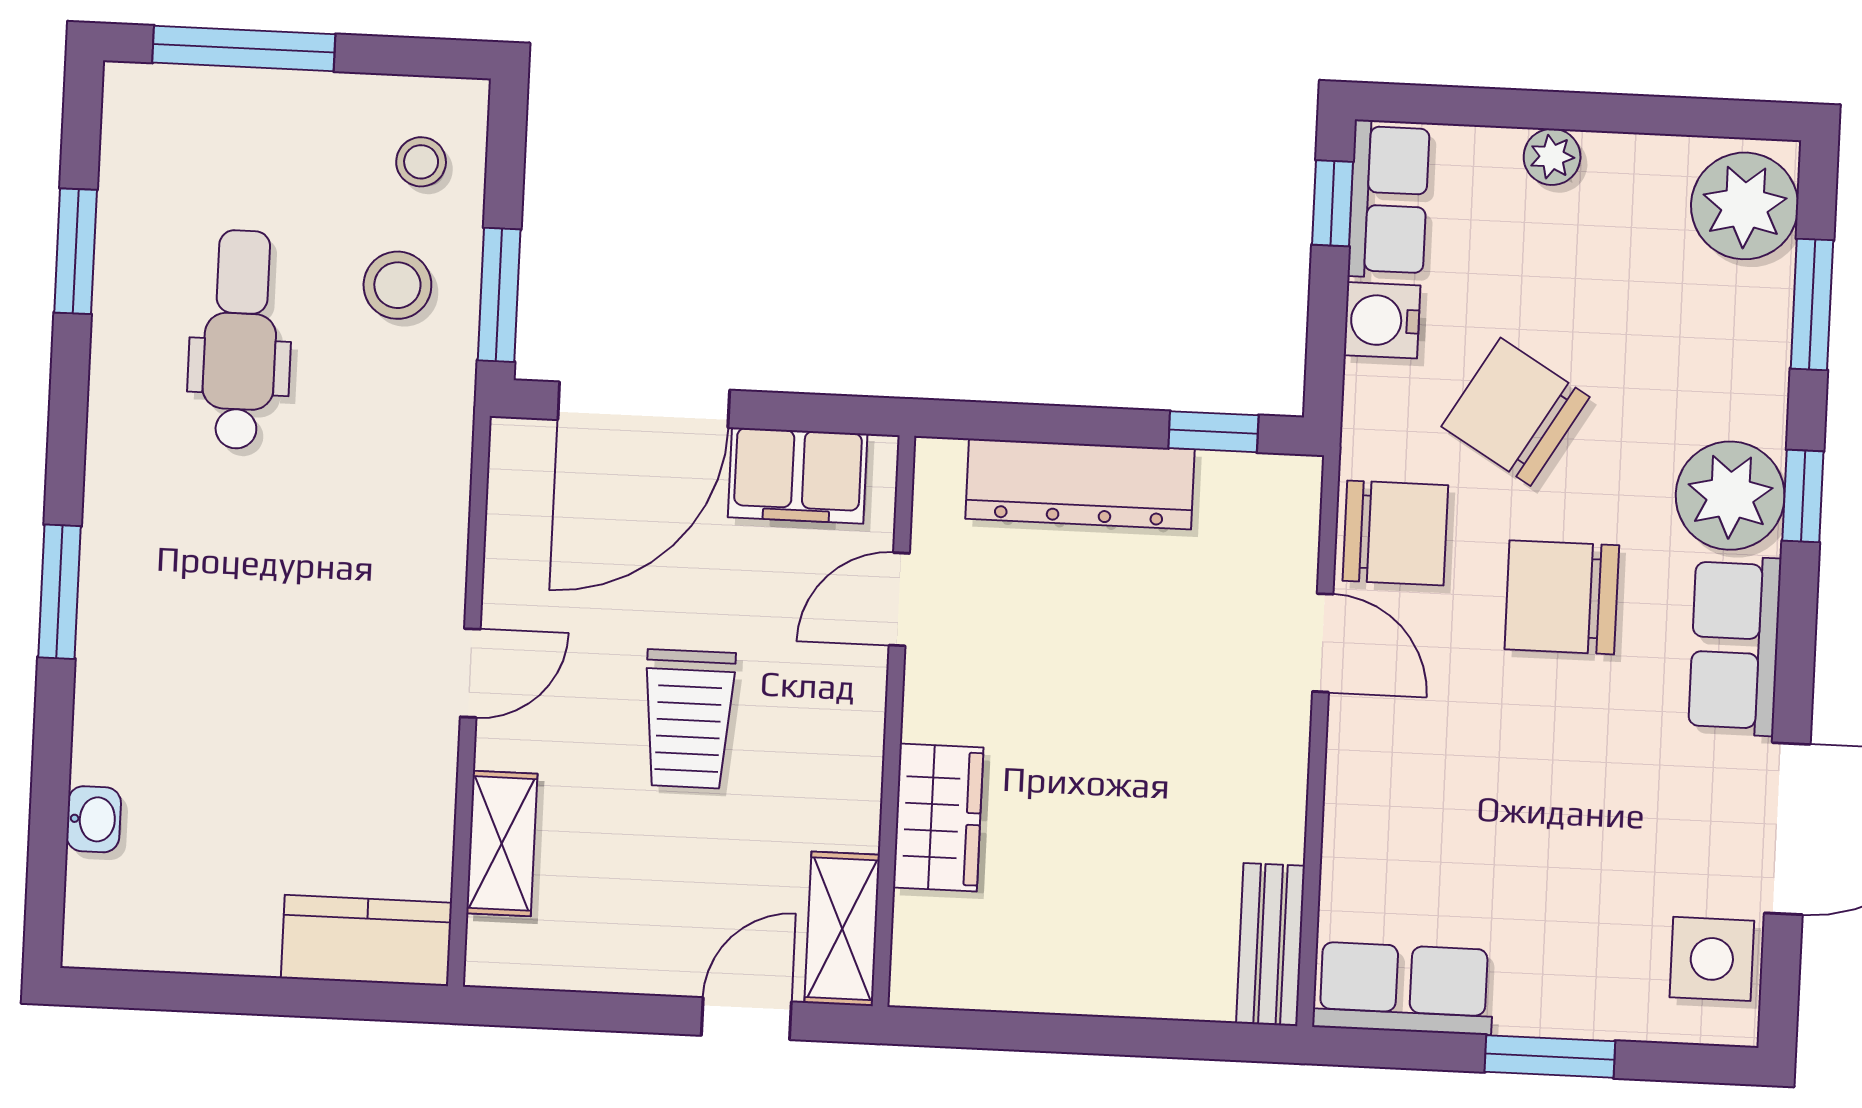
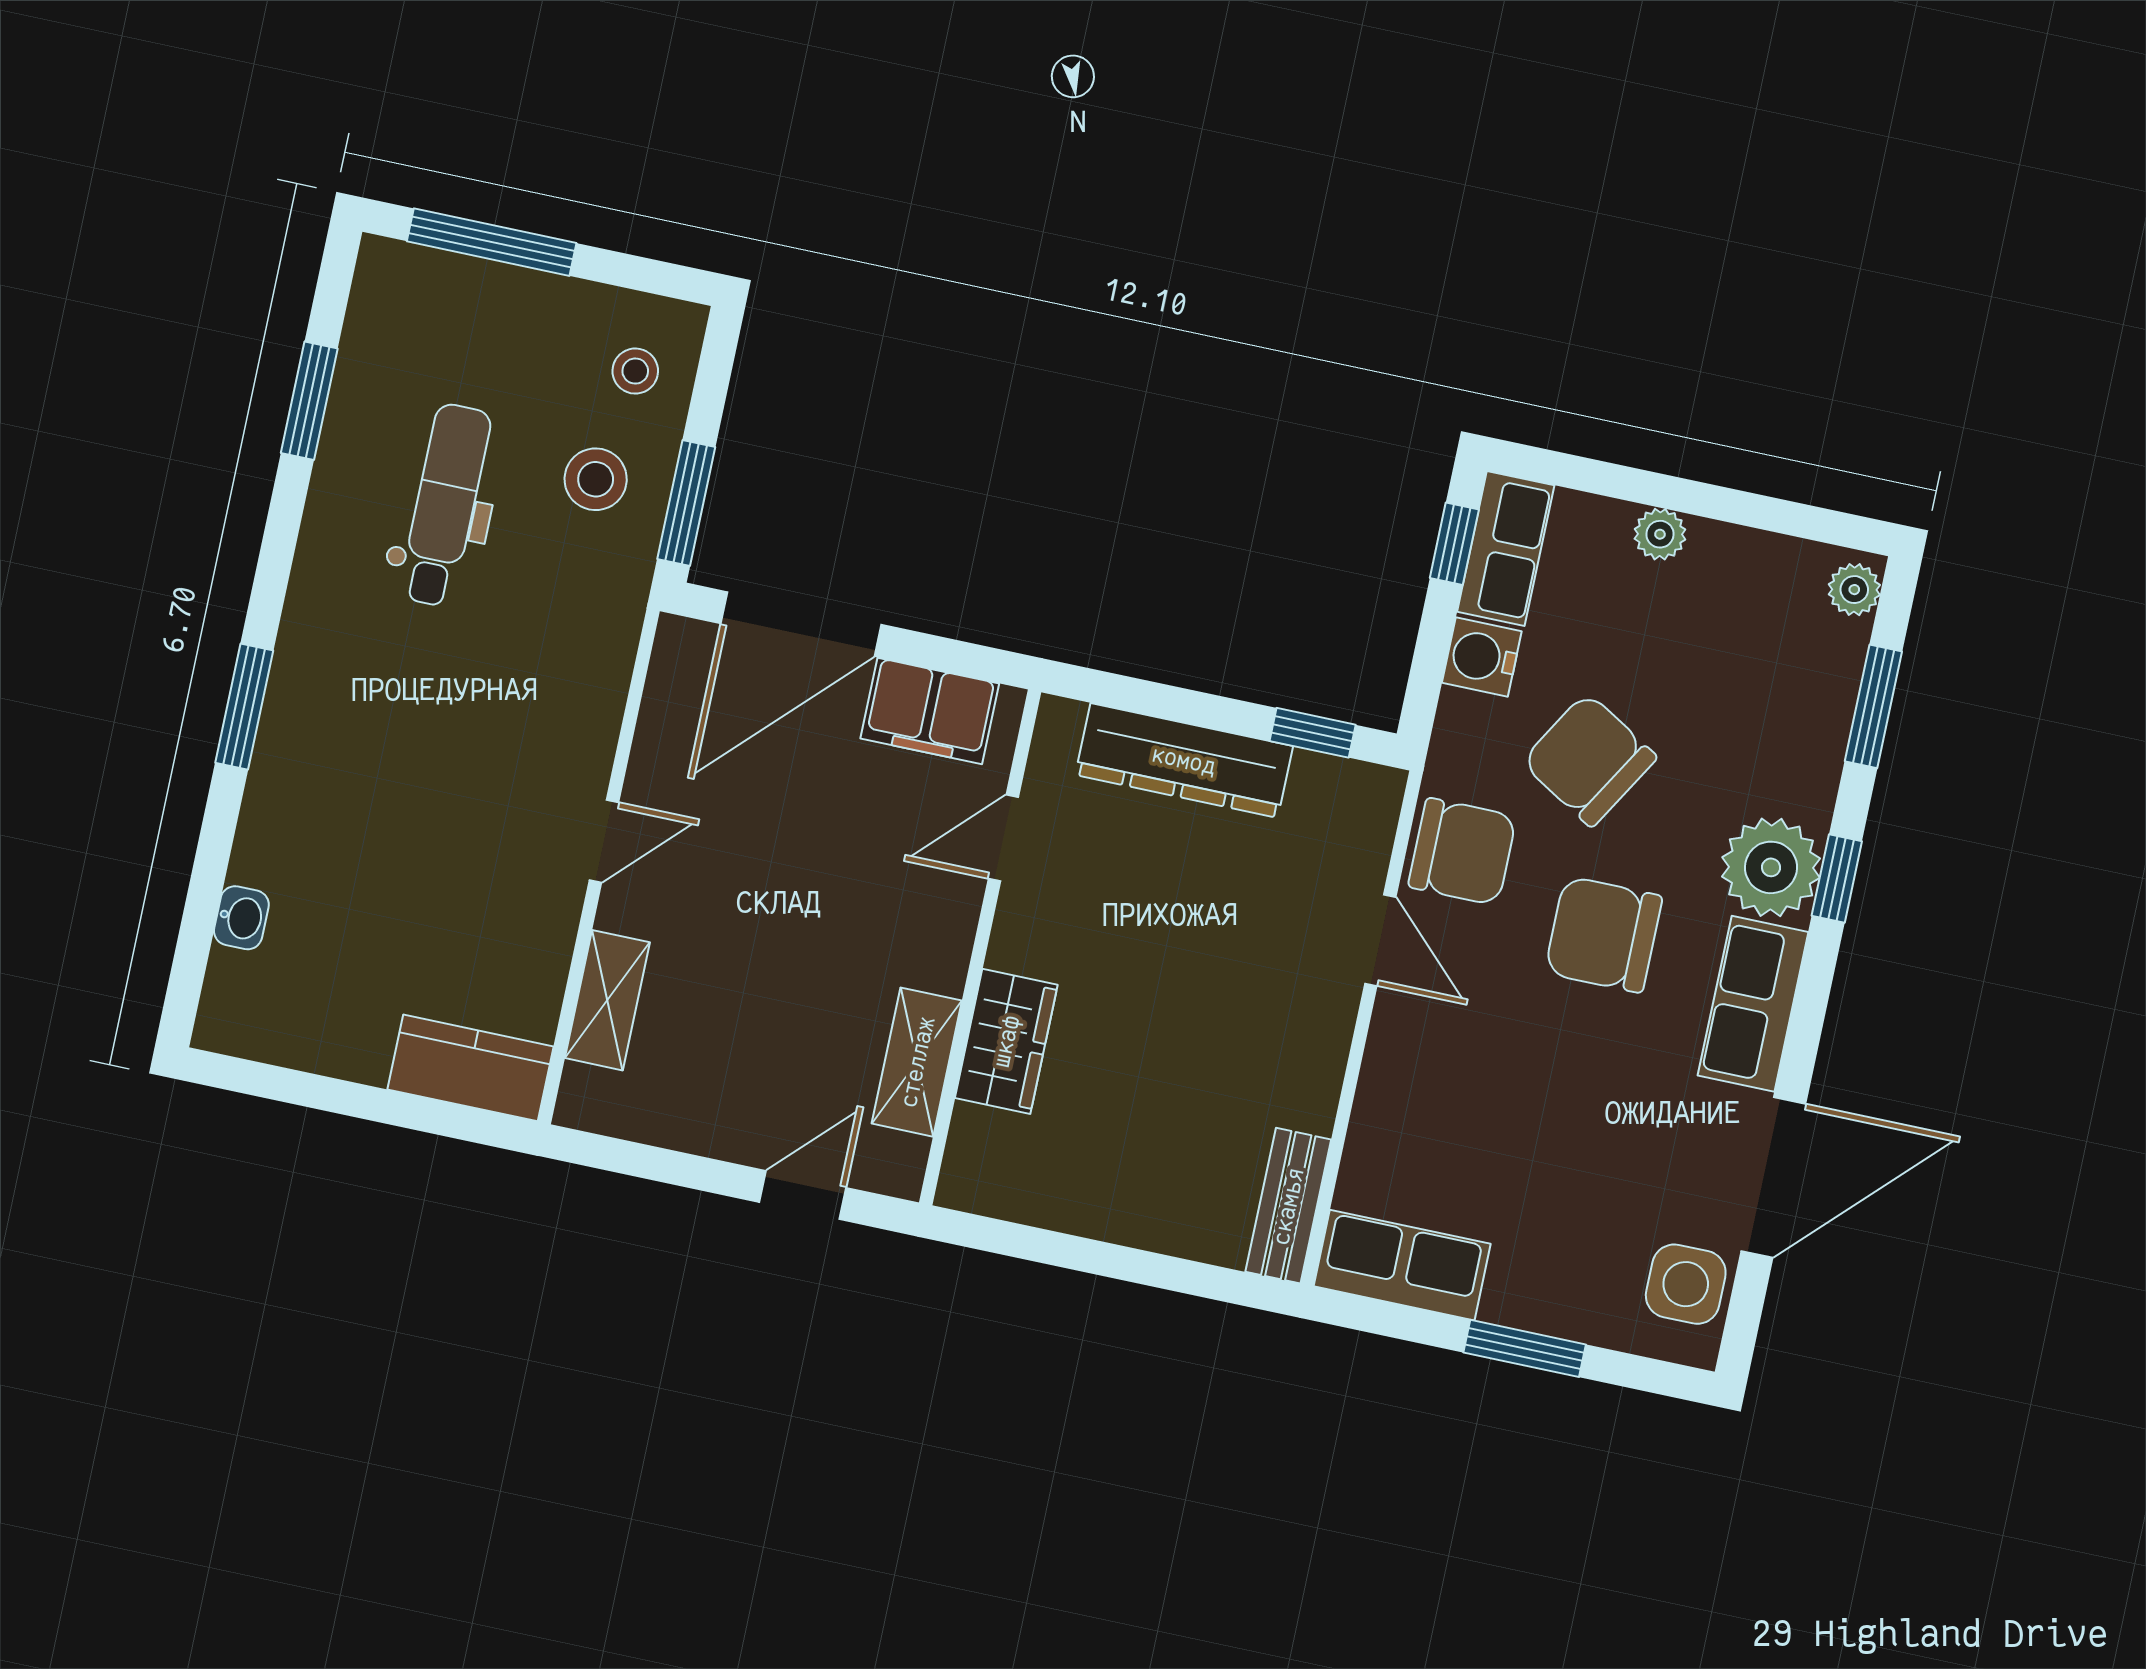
plant: (1745, 206) -> (1854, 590), width x0.53, depth x0.53
trolley: (689, 719) -> (795, 915), removed
shelving: (842, 929) -> (917, 1062), moved

